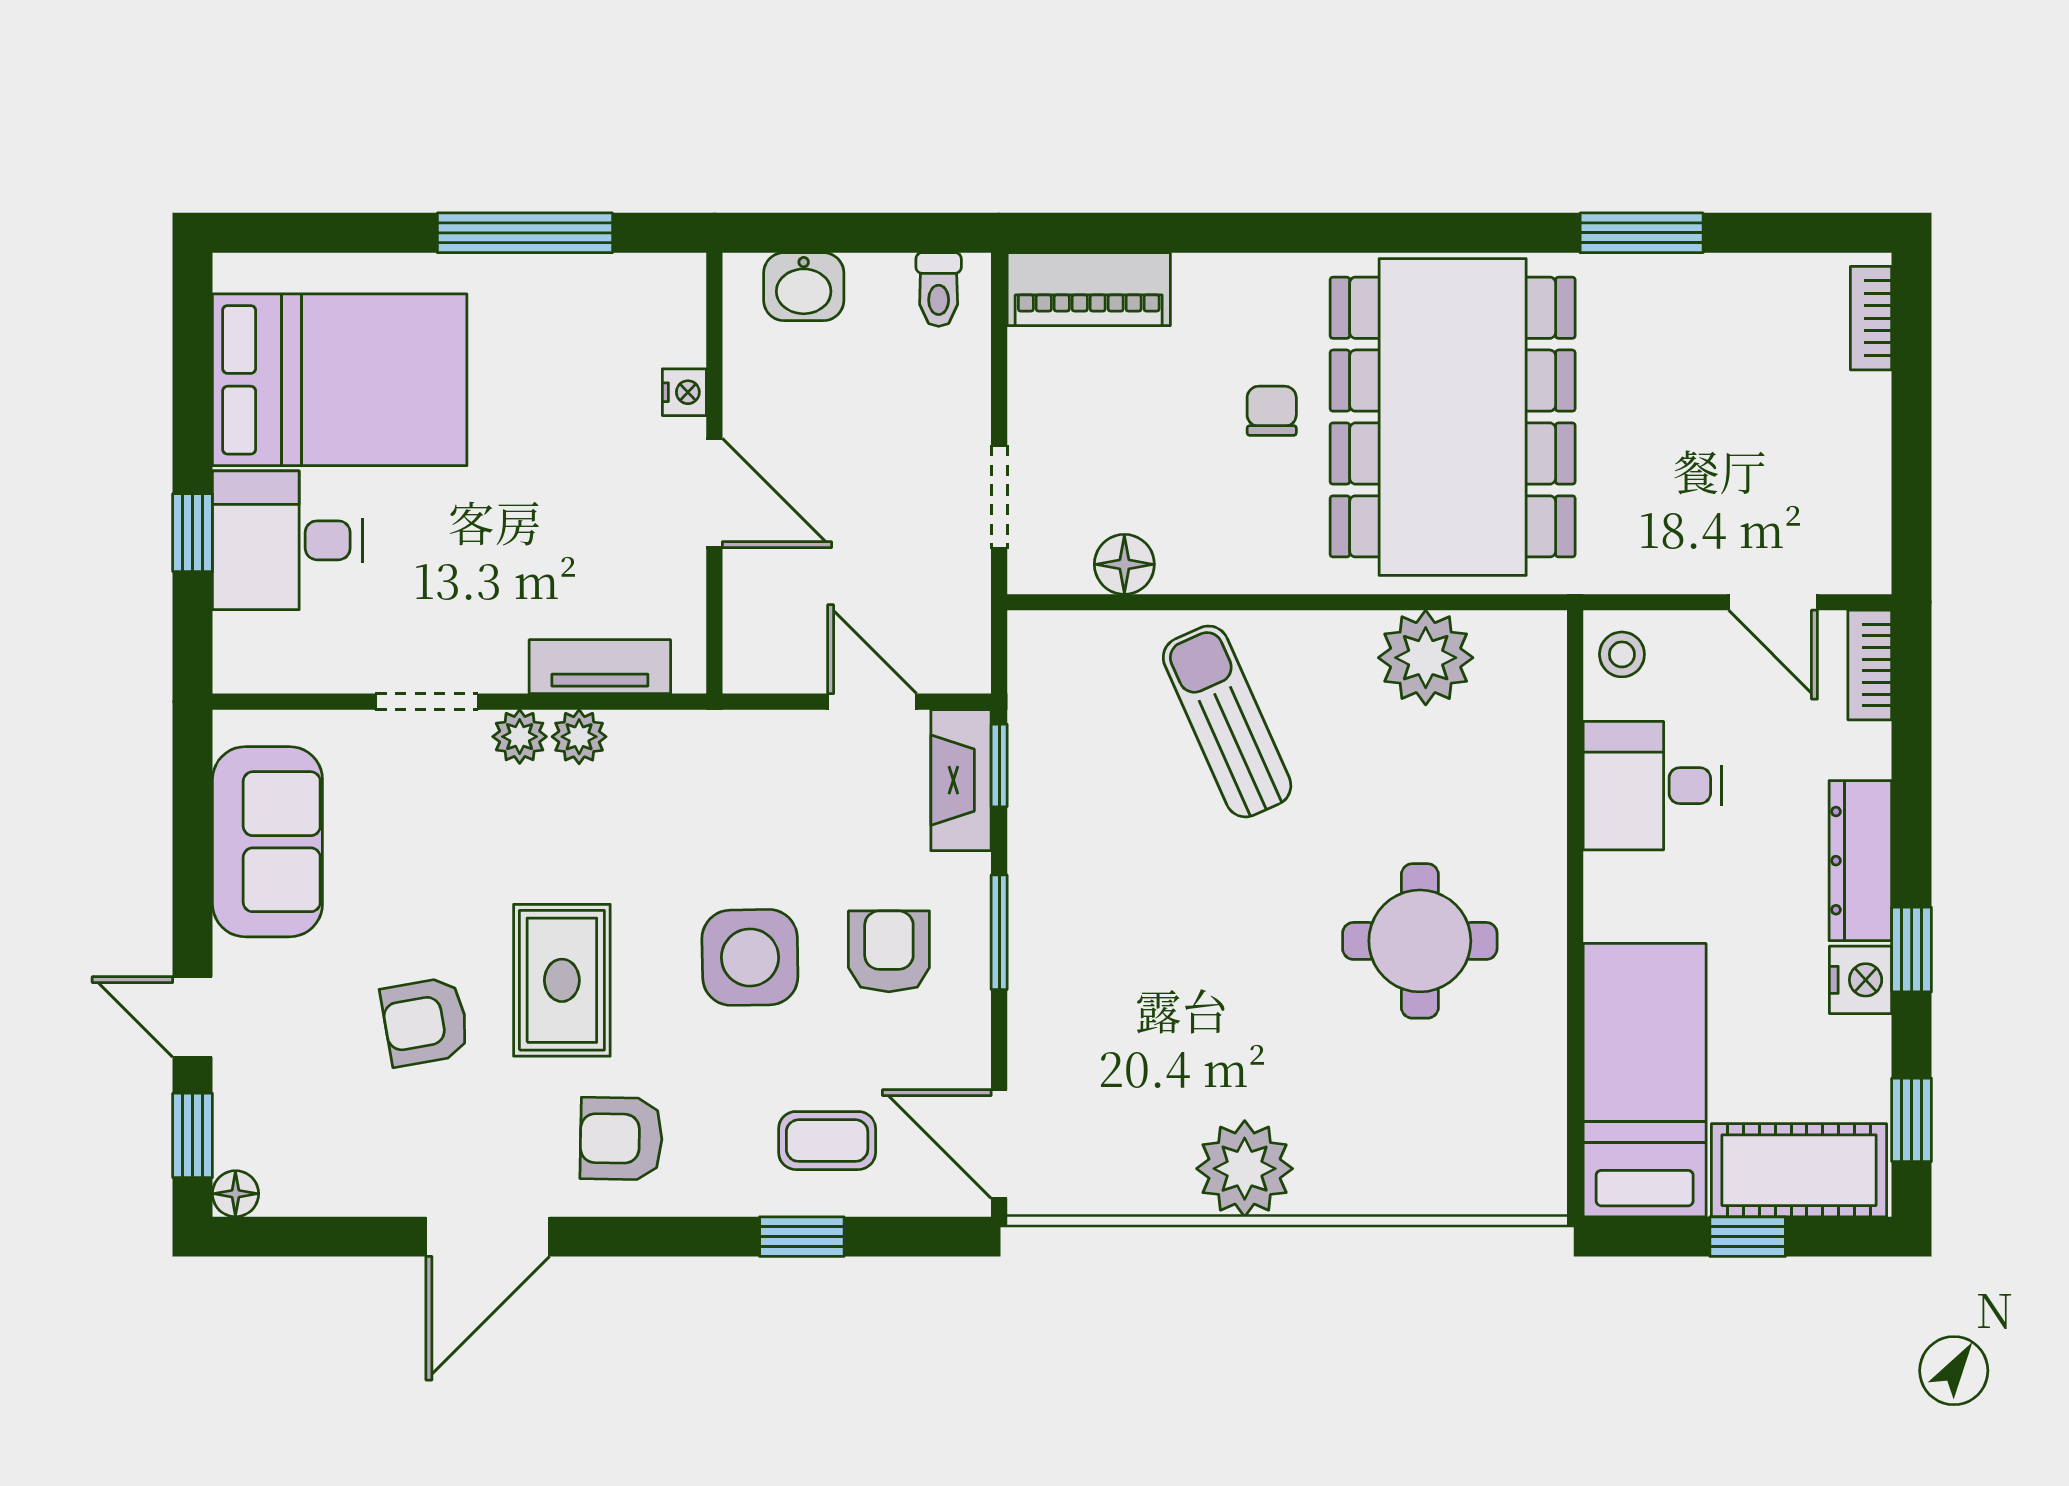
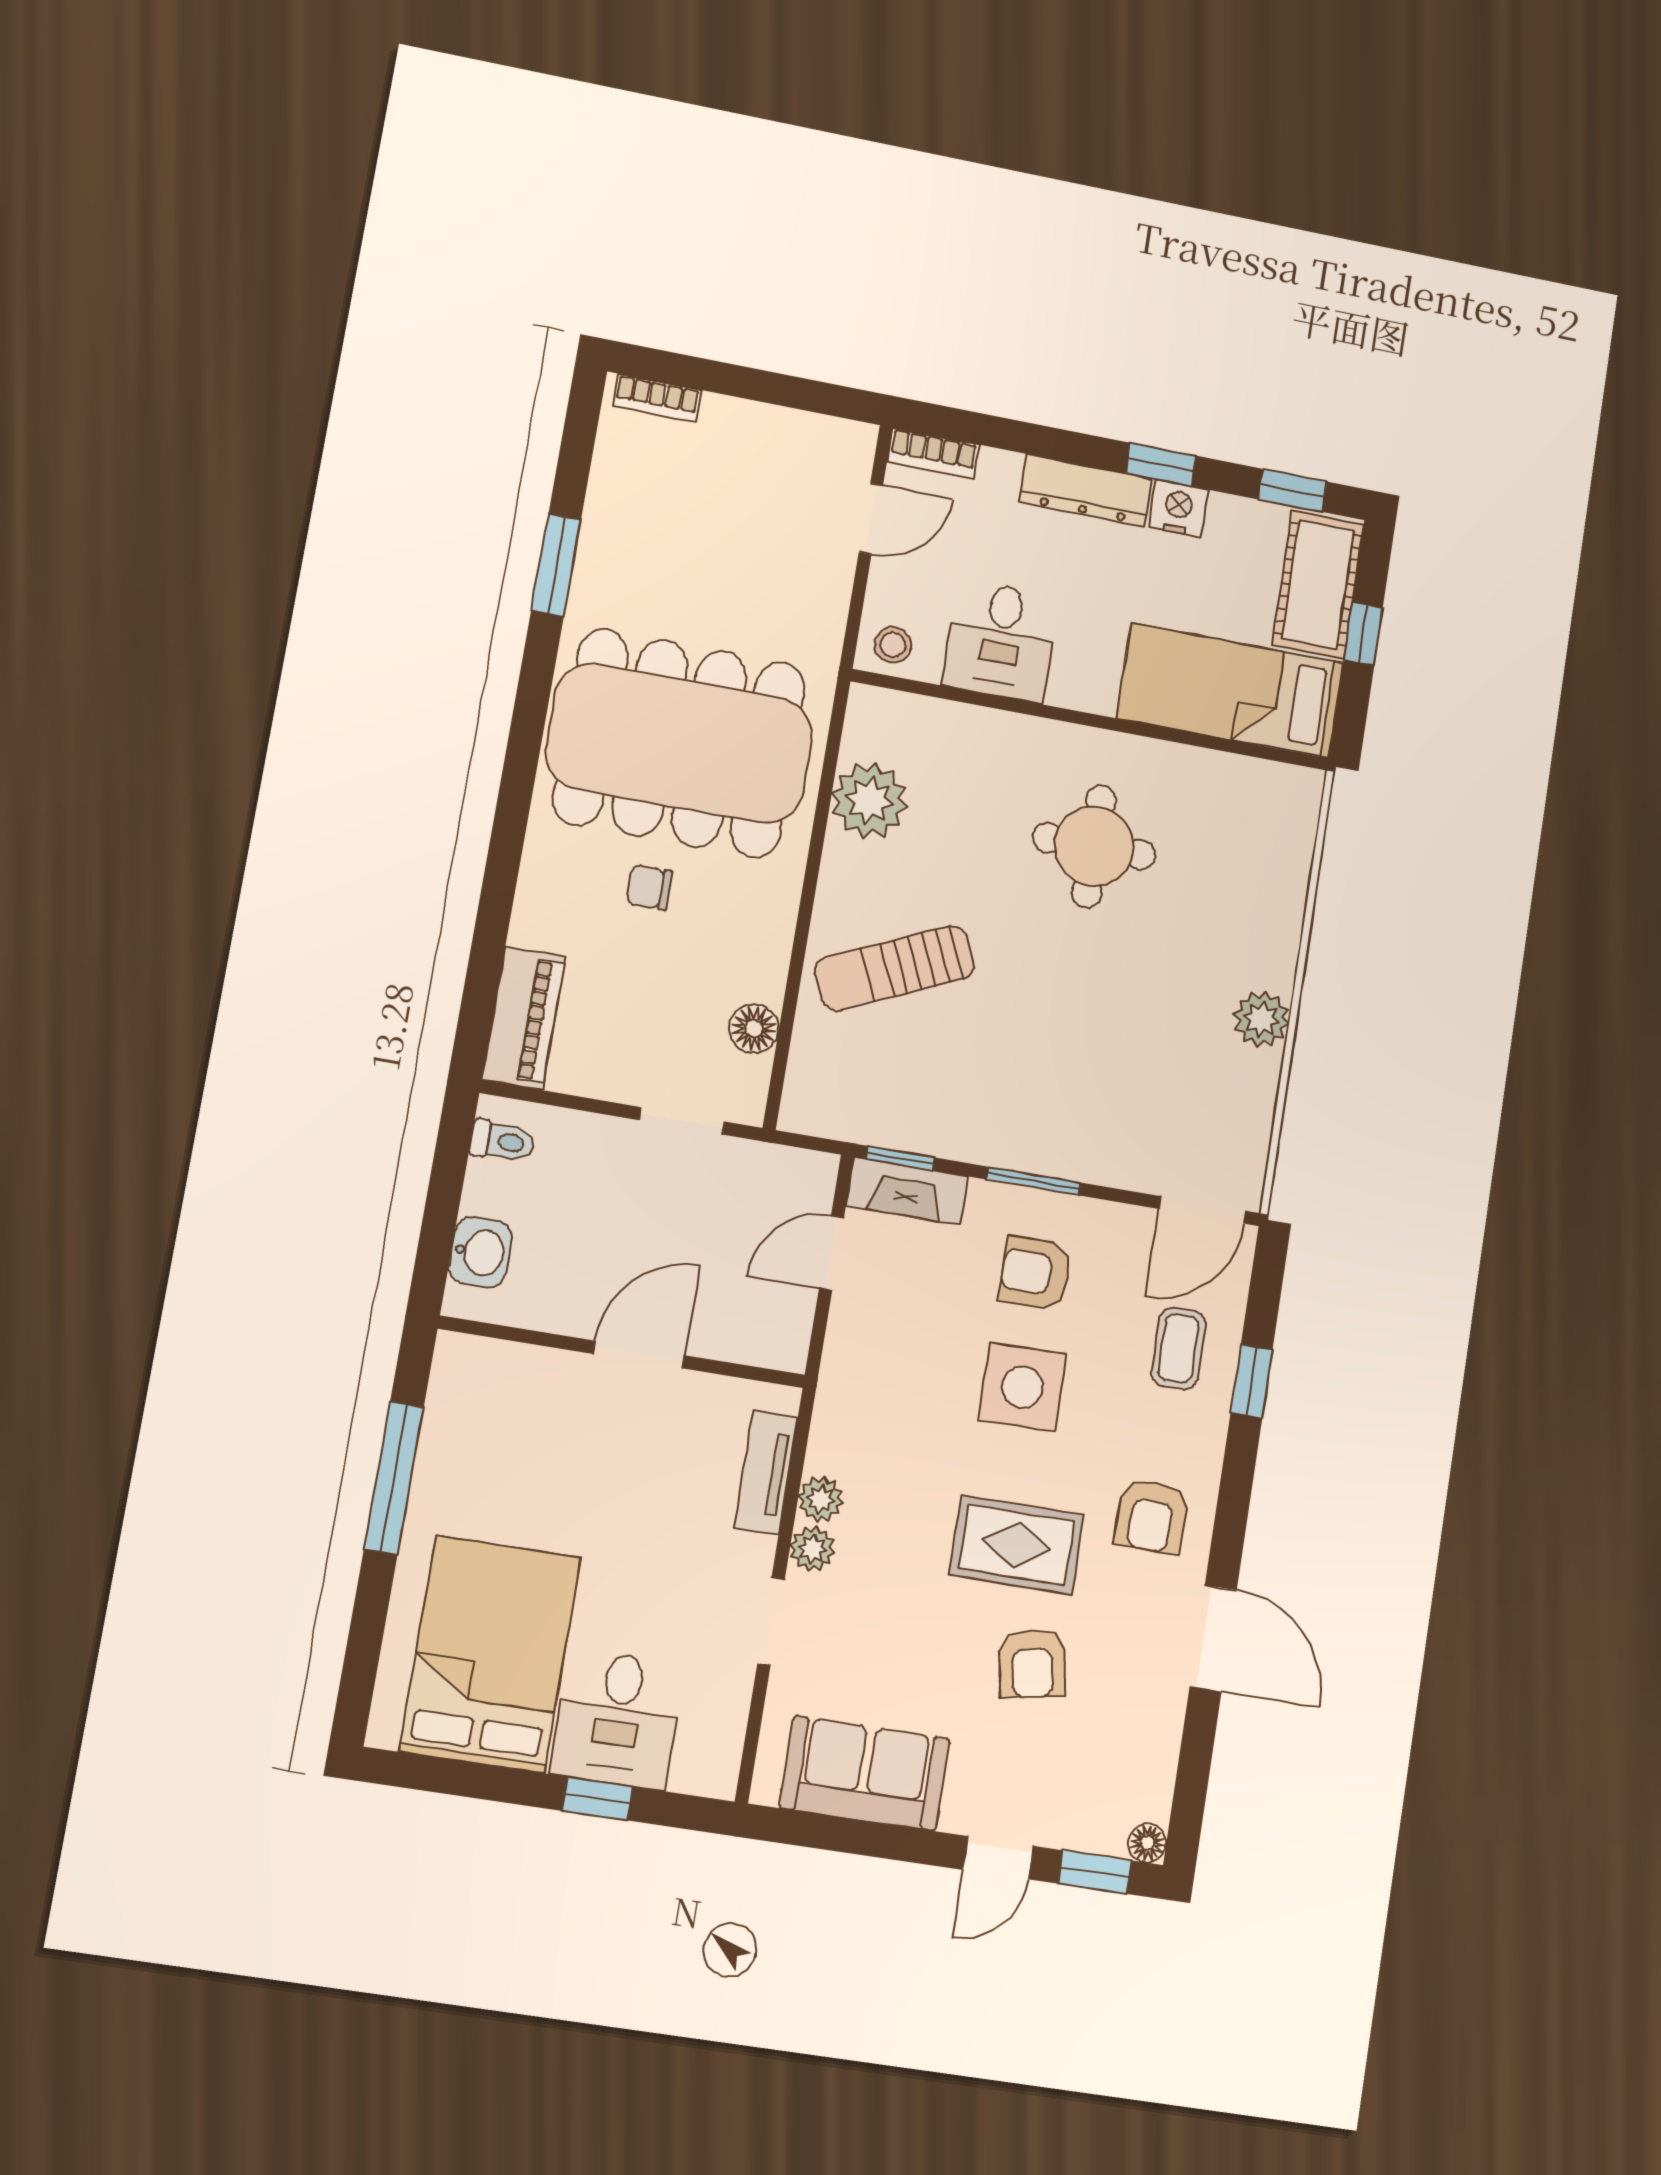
nightstand: (684, 392) -> (551, 1366), removed
plant: (1245, 1169) -> (1261, 1019), width x0.73, depth x0.73

